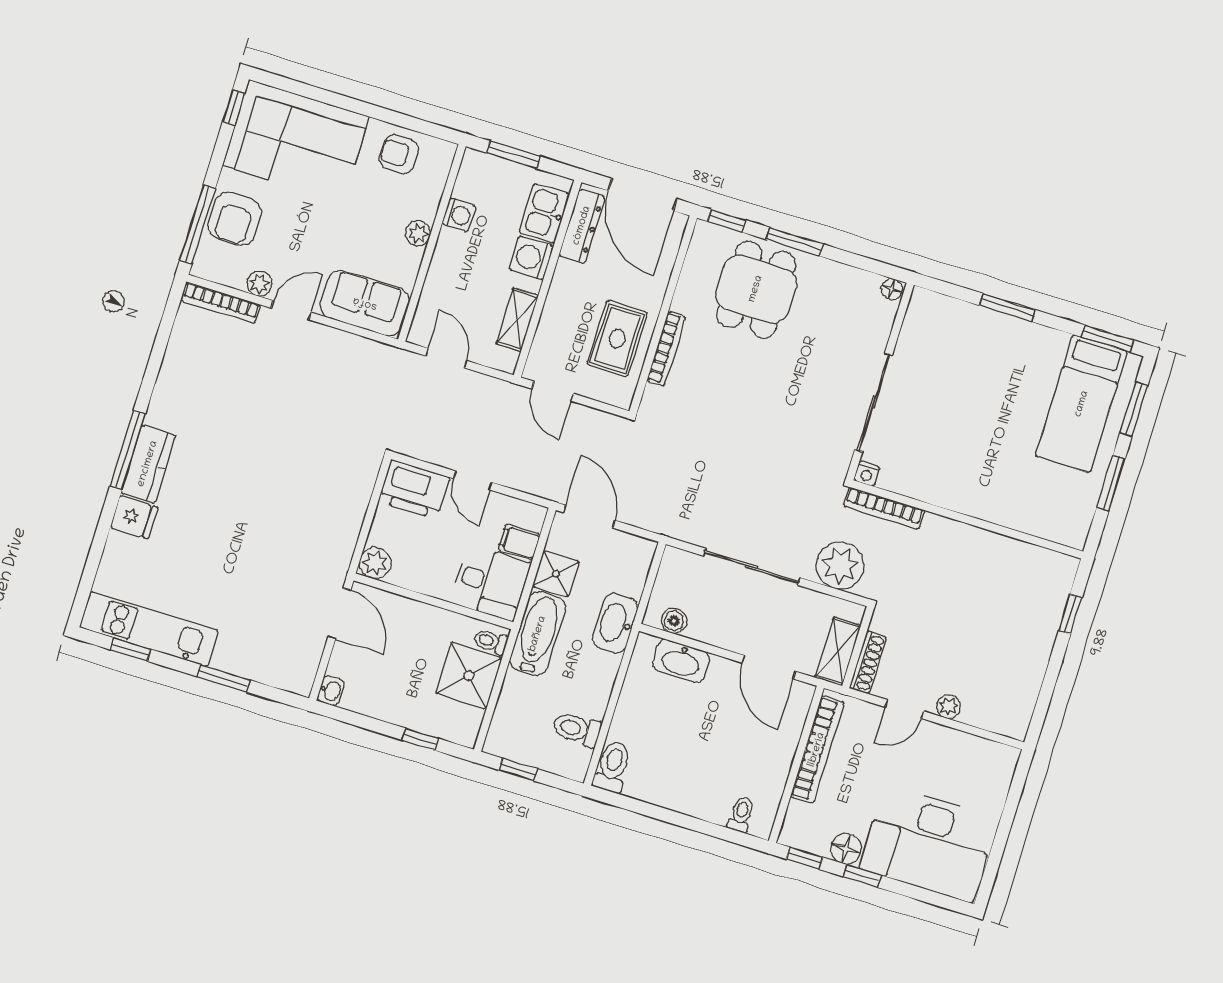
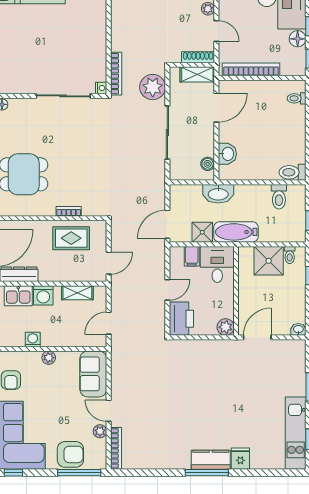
bookcase: (666, 349) -> (69, 211), width x0.64
toilet: (491, 642) -> (290, 255), moved
washbasin: (681, 661) -> (227, 154), width x0.72

